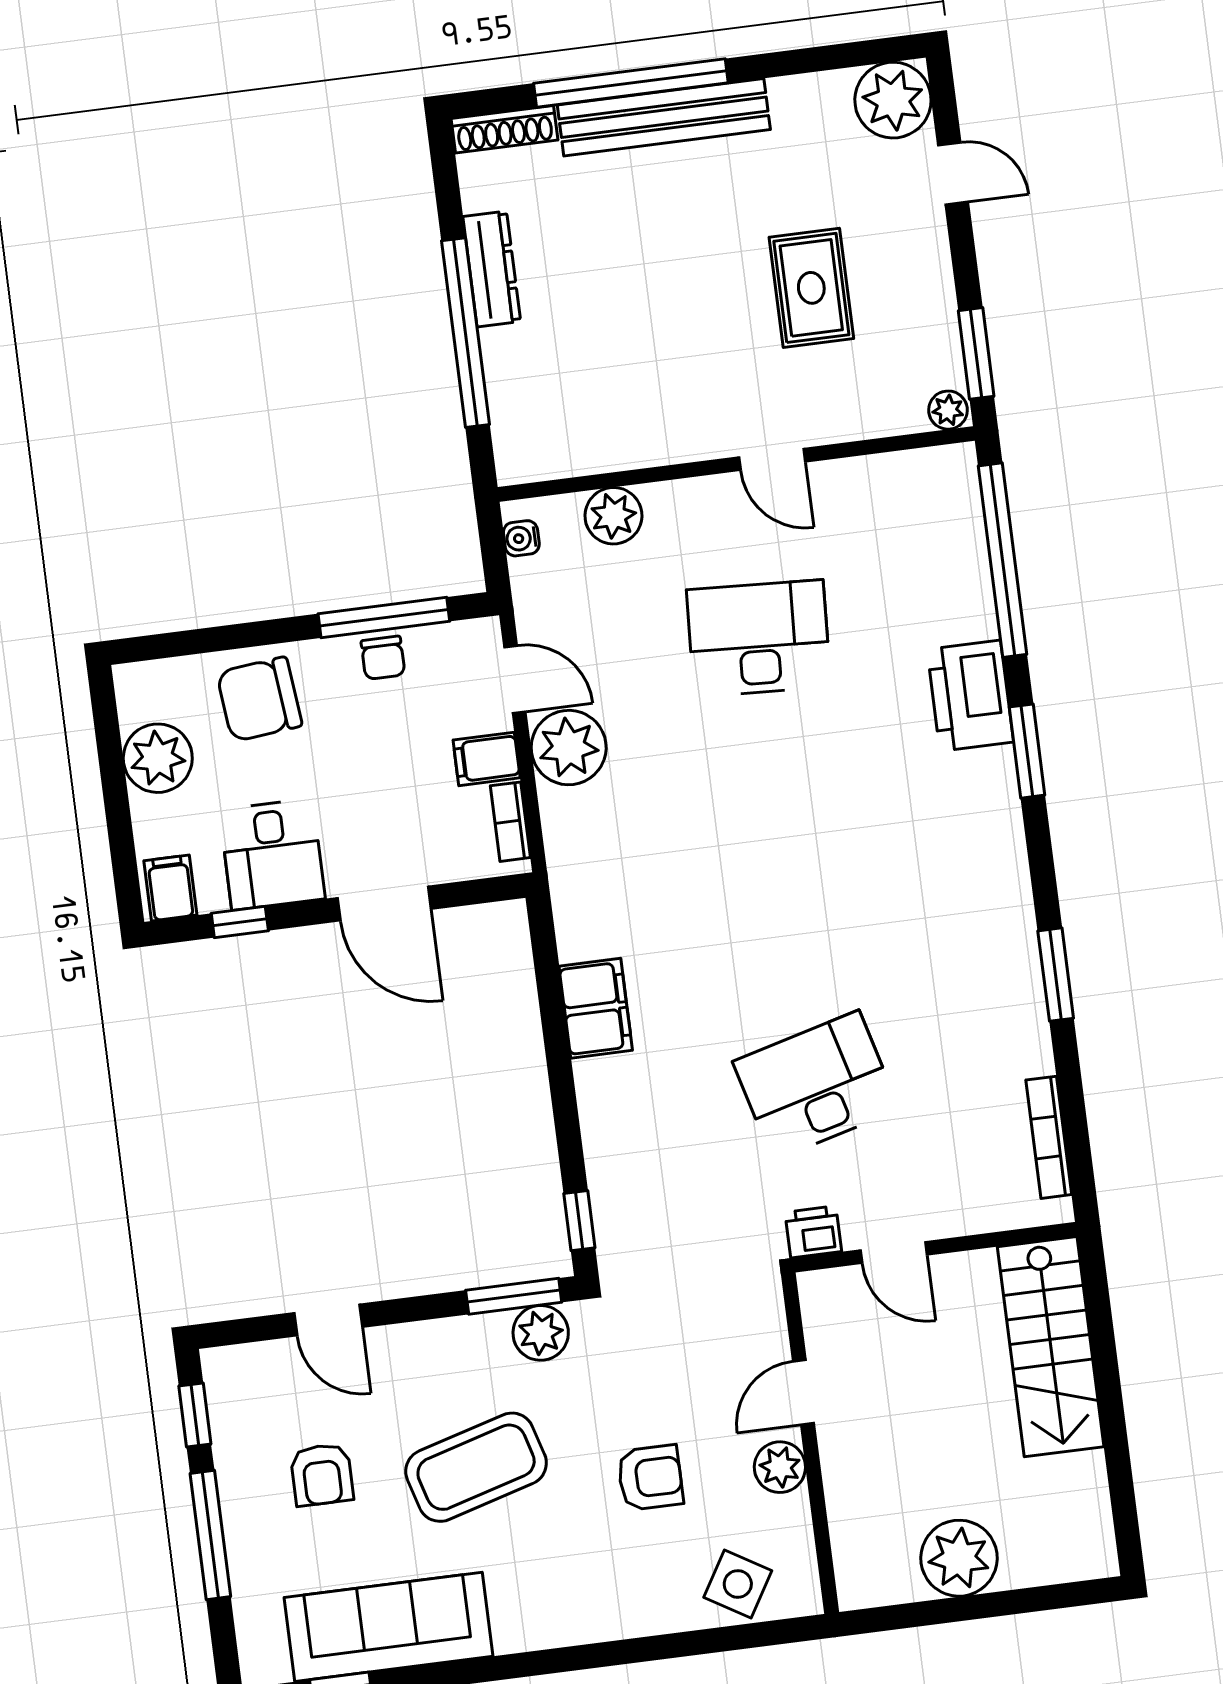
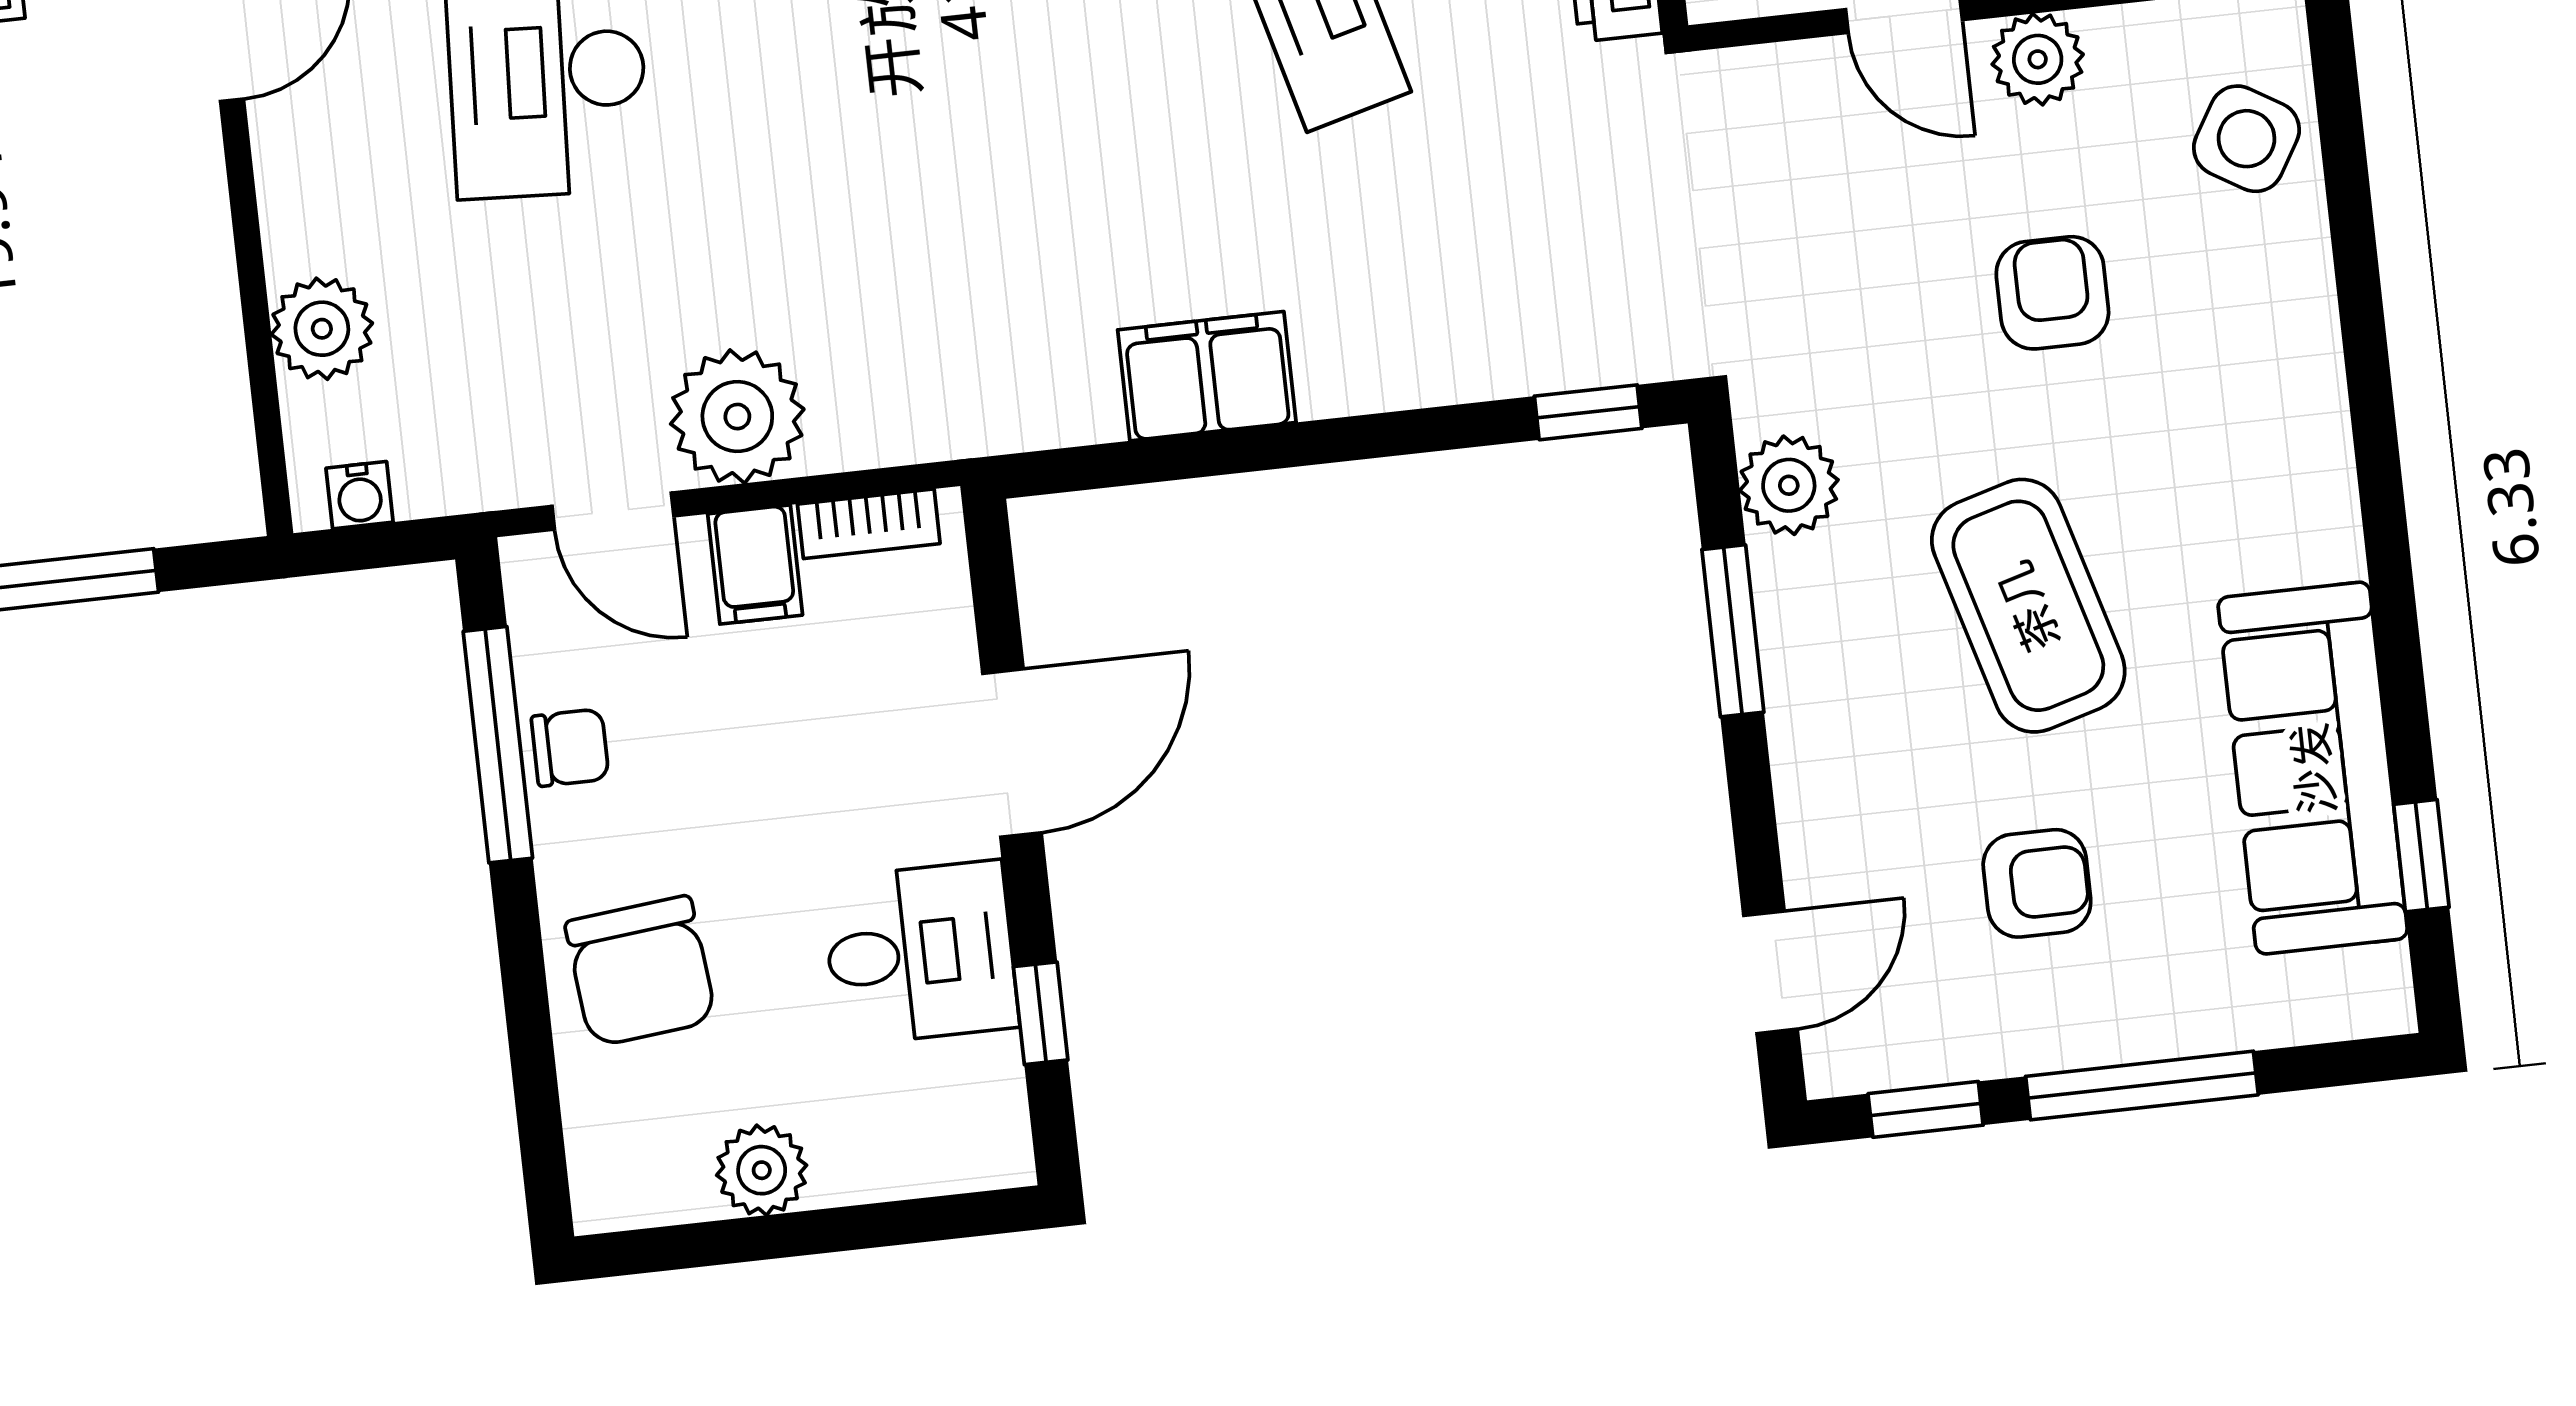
door: (515, 679) -> (613, 511), swing flipped
plant: (158, 758) -> (762, 1170), width x0.73, depth x0.73
filing cabinet: (170, 888) -> (977, 1137), removed
window: (514, 1296) -> (1733, 631), moved
door: (328, 1320) -> (1771, 972), moved

